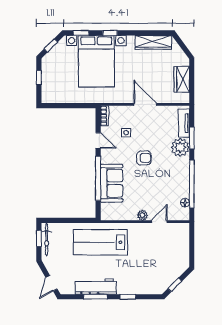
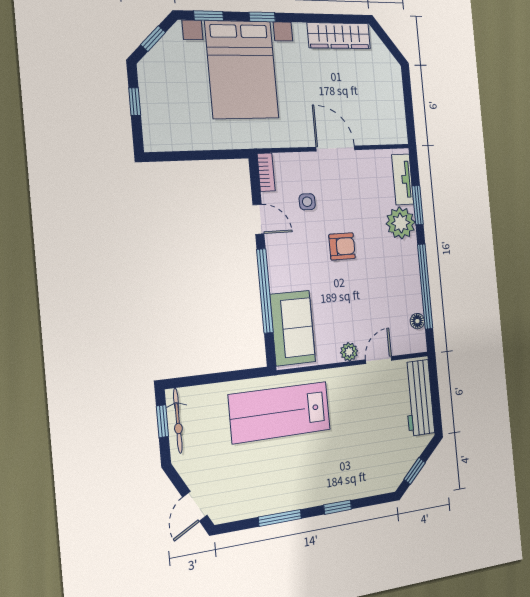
wardrobe: (182, 79) -> (392, 102), removed
sofa: (112, 183) -> (293, 328), moved
workbench: (96, 287) -> (419, 398), moved, turned -90

